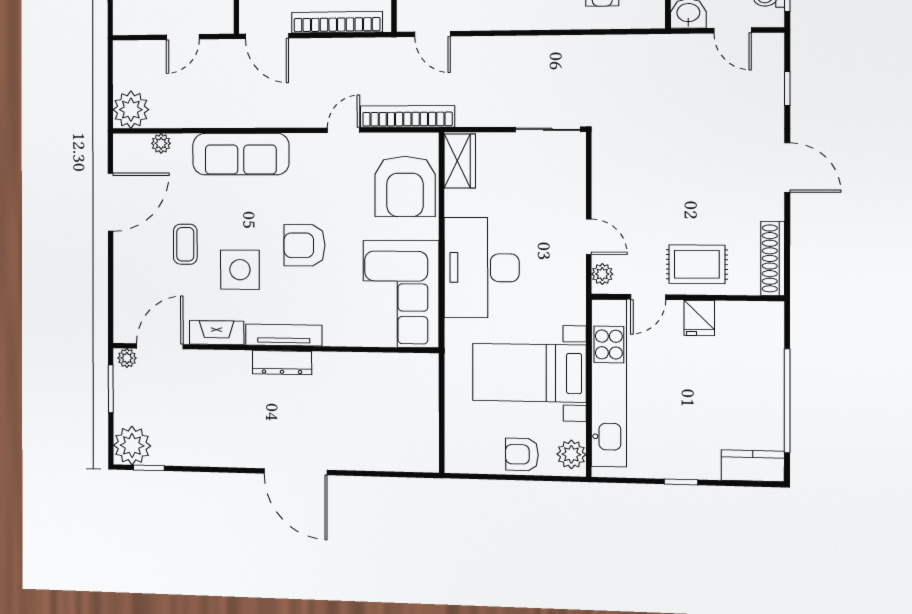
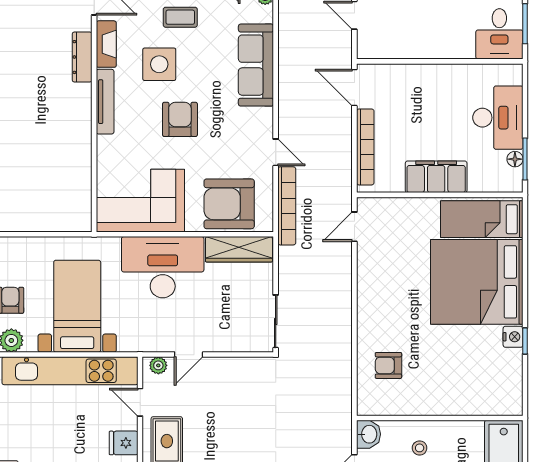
door: (267, 36) -> (354, 88), hinge flipped
wardrobe: (460, 161) -> (239, 249), width x1.50
dresser: (282, 363) -> (82, 57), moved

